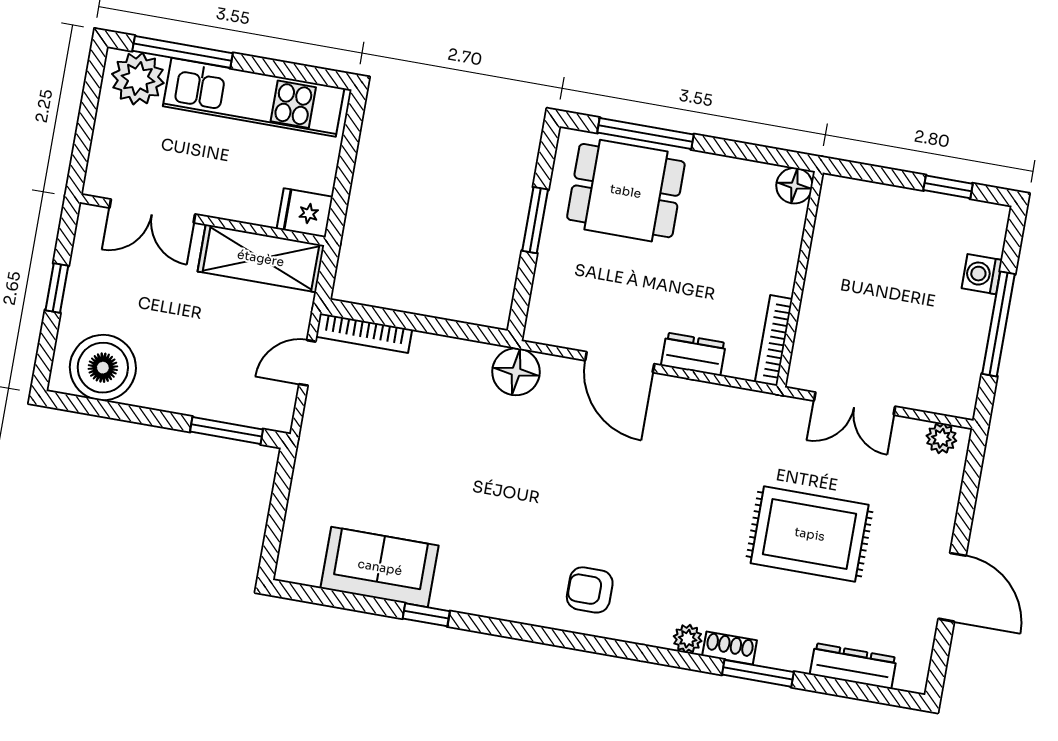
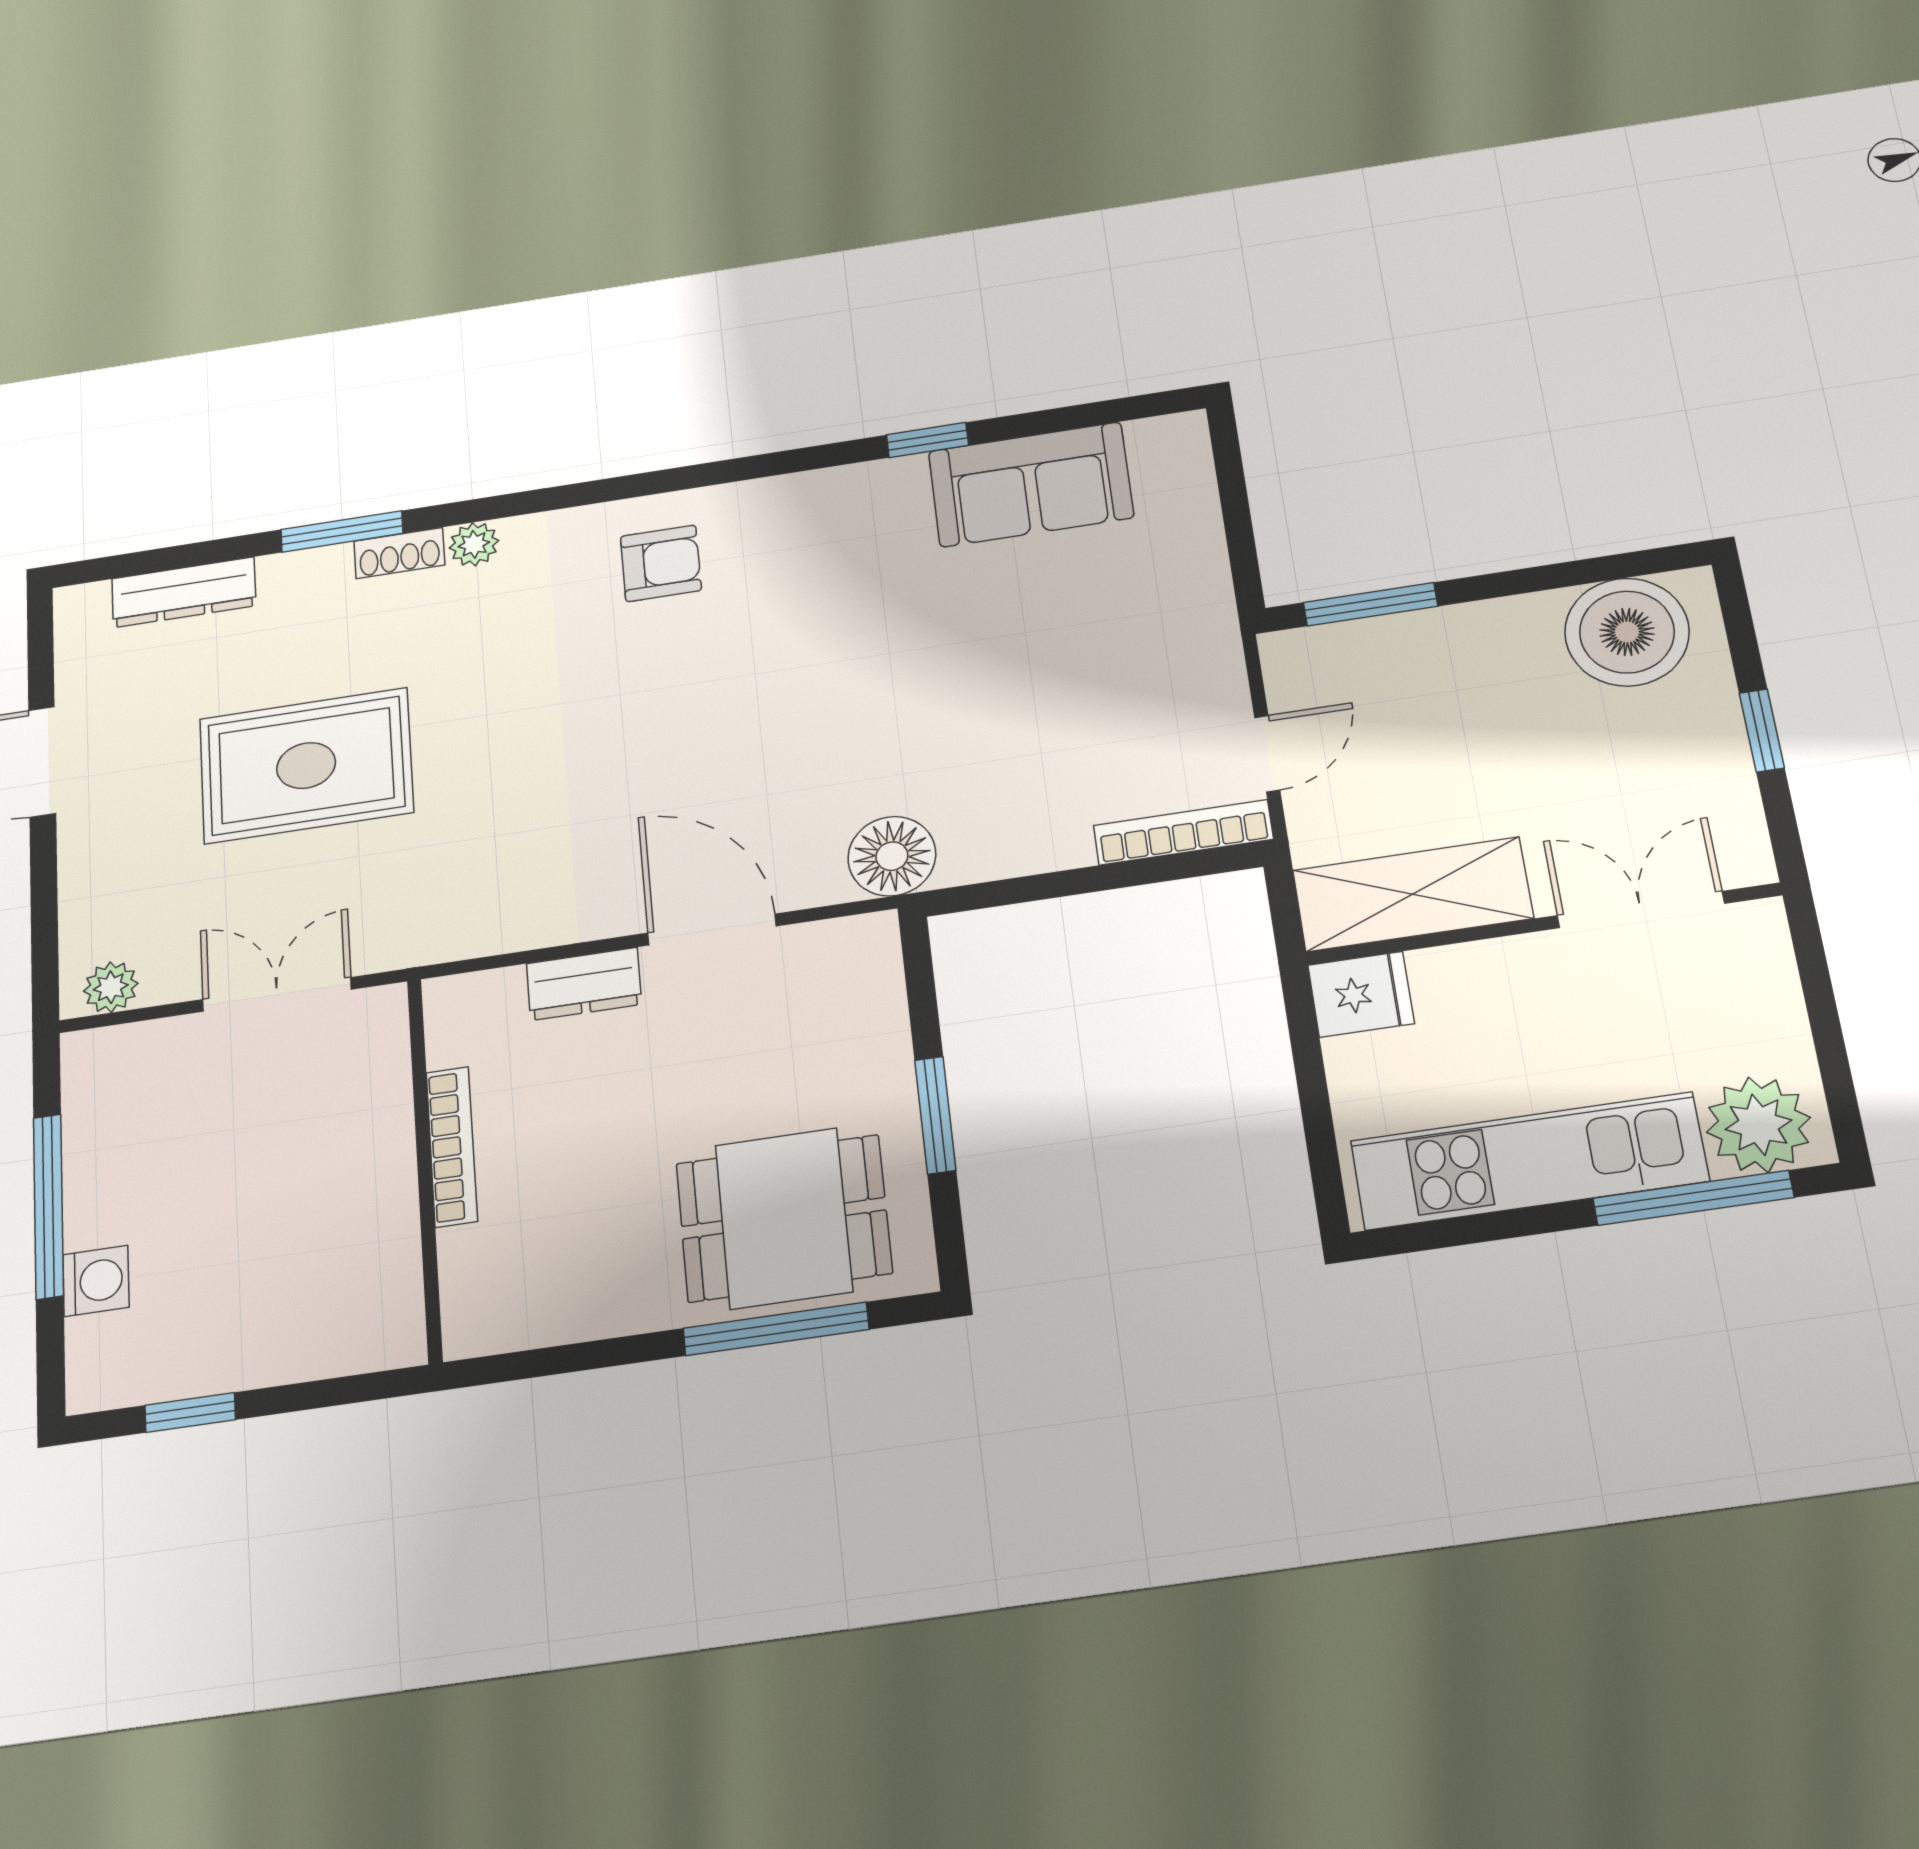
floor lamp: (794, 186) -> (475, 1325), removed
bookcase: (774, 341) -> (452, 1147), moved

